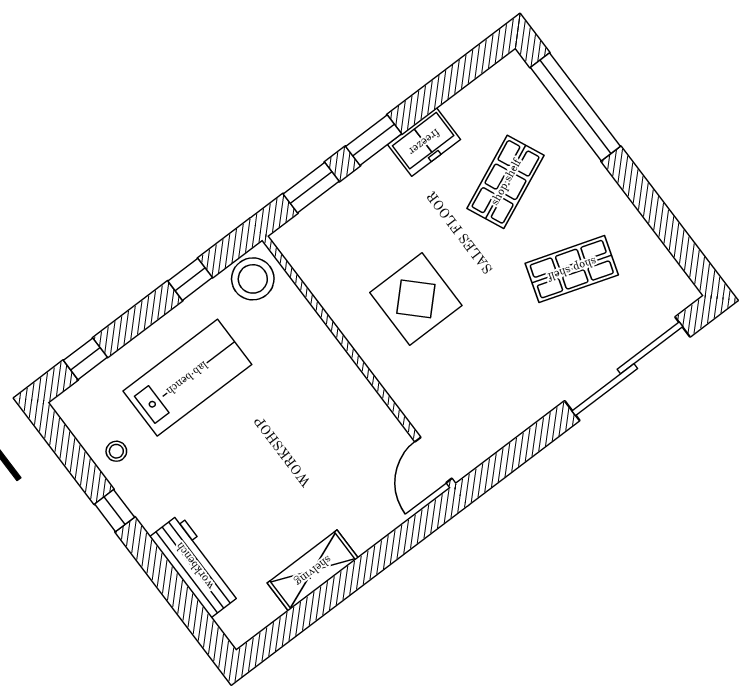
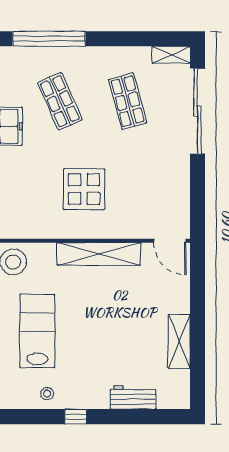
shop shelf: (572, 269) -> (128, 101), turned -33
shelving: (674, 280) -> (171, 55), added
shelving: (347, 381) -> (99, 254), added
workbench: (195, 566) -> (133, 397), width x0.73

